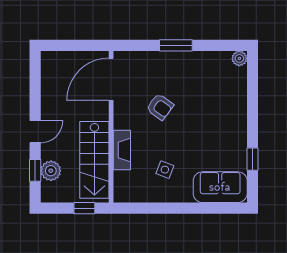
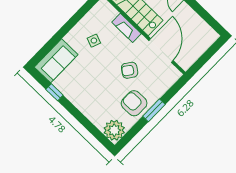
plant: (239, 58) -> (114, 130), width x1.87, depth x1.87
armchair: (188, 71) -> (134, 103), added
door: (111, 79) -> (161, 51), moved

